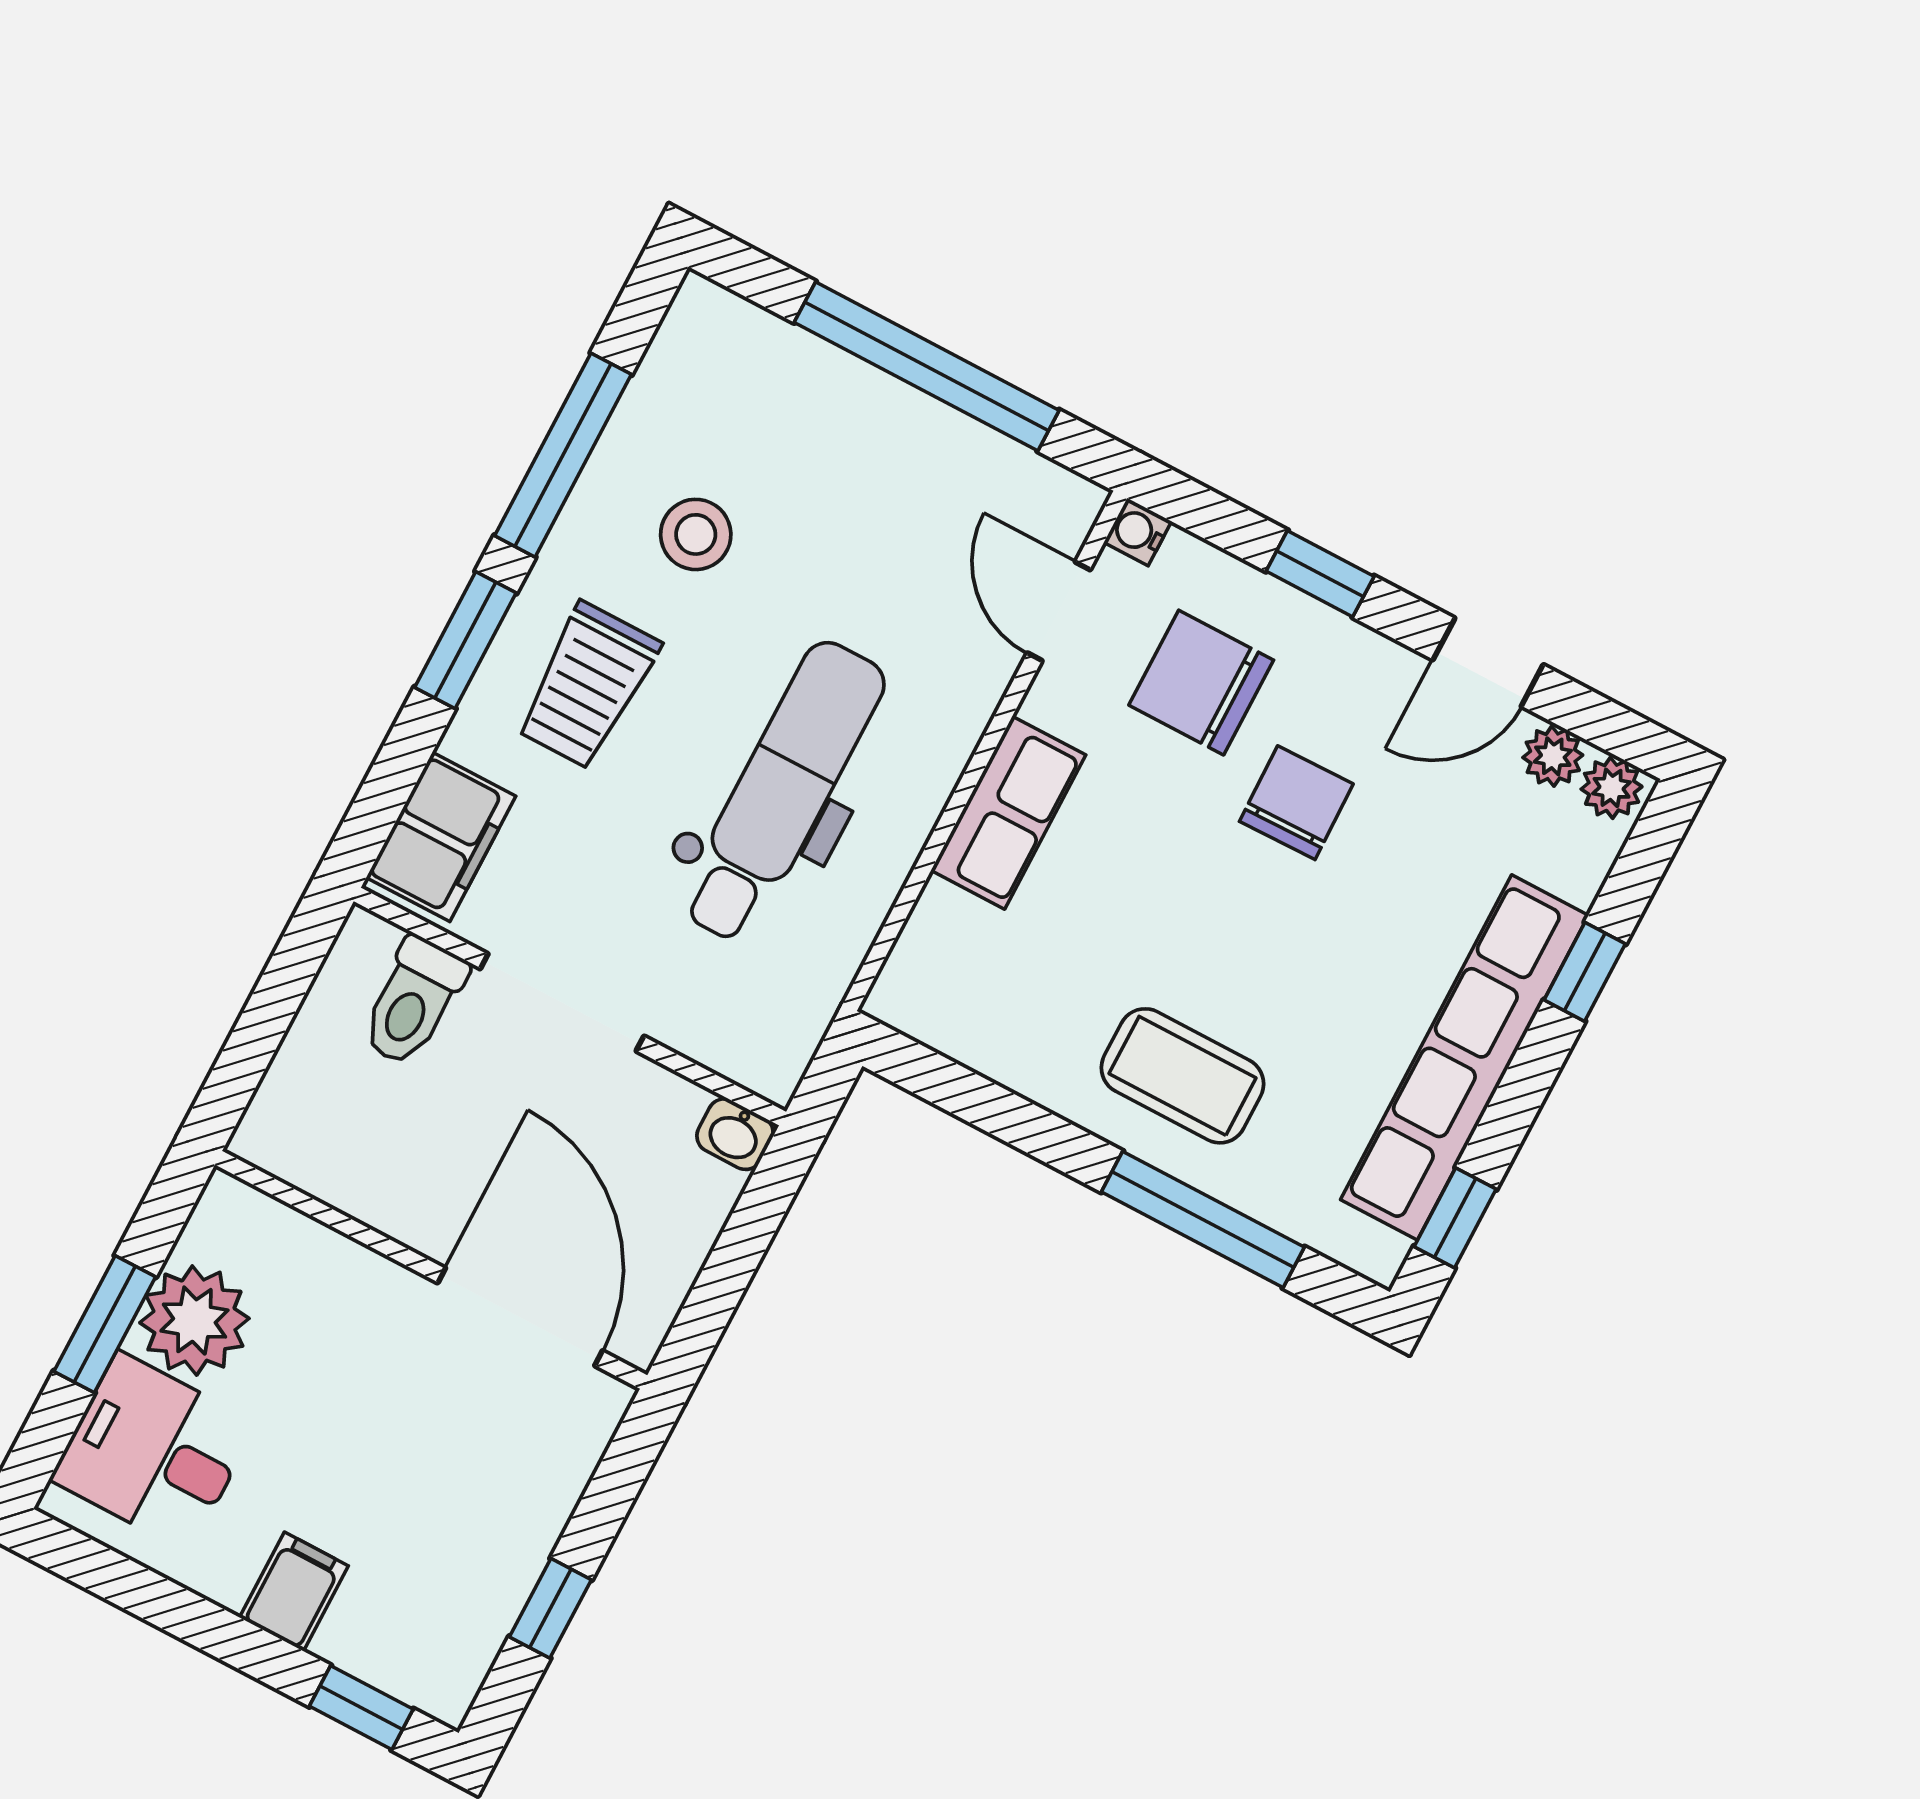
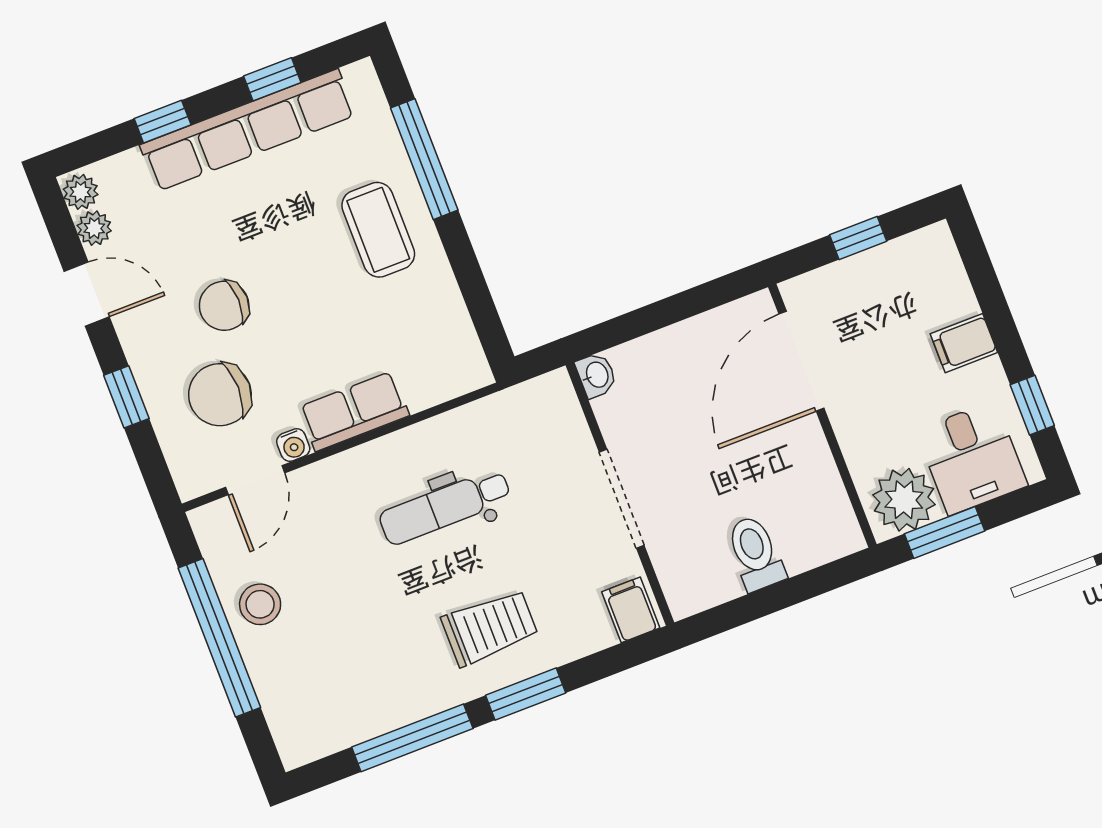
water cooler: (1138, 532) -> (293, 445), moved
stool: (696, 534) -> (260, 604), moved
chair: (1201, 683) -> (220, 395), turned 90
dental chair: (782, 792) -> (445, 507), width x0.73, depth x0.72
filing cabinet: (441, 837) -> (631, 610), width x0.50
toilet: (413, 1002) -> (755, 553), moved, turned -90
window: (1455, 1218) -> (272, 79), moved
wall: (431, 1270) -> (822, 416), moved
door: (520, 1317) -> (801, 361), moved
window: (361, 1708) -> (1032, 405), moved

